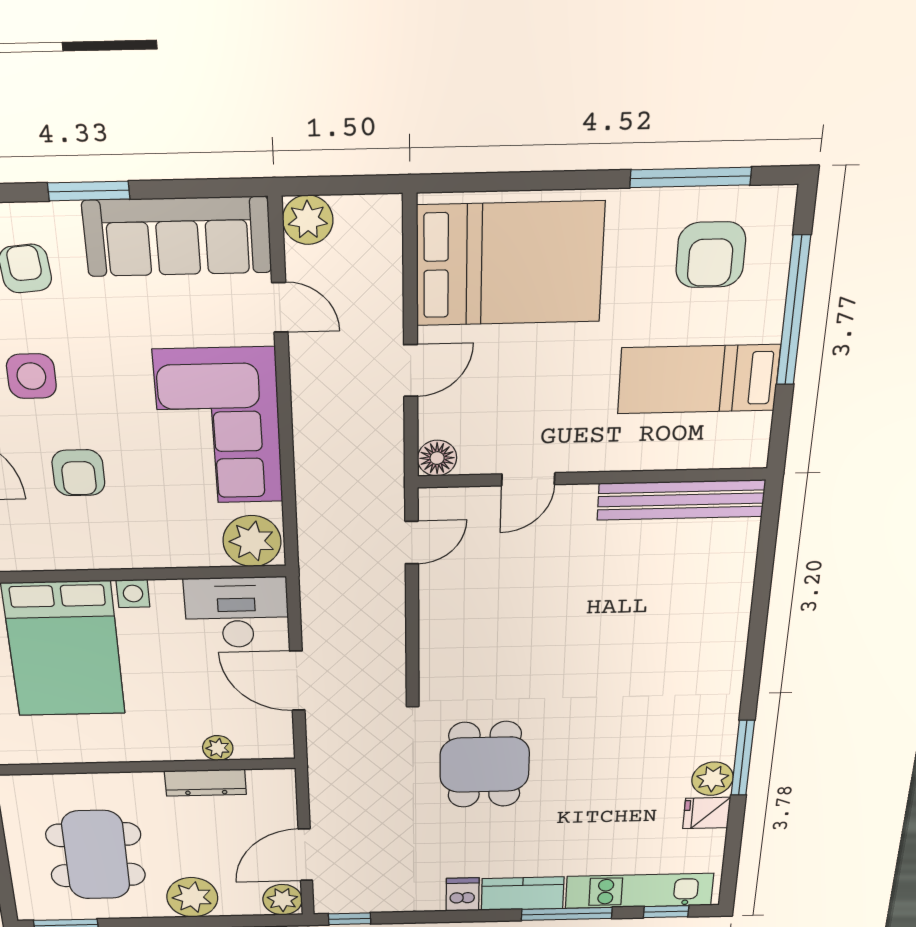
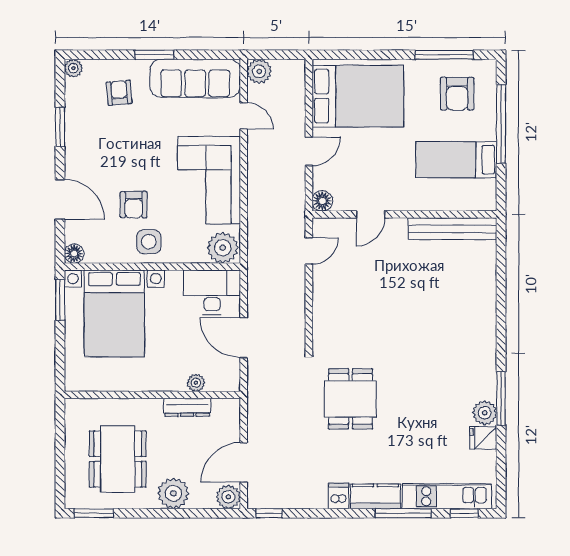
side table: (31, 376) -> (149, 242), moved

